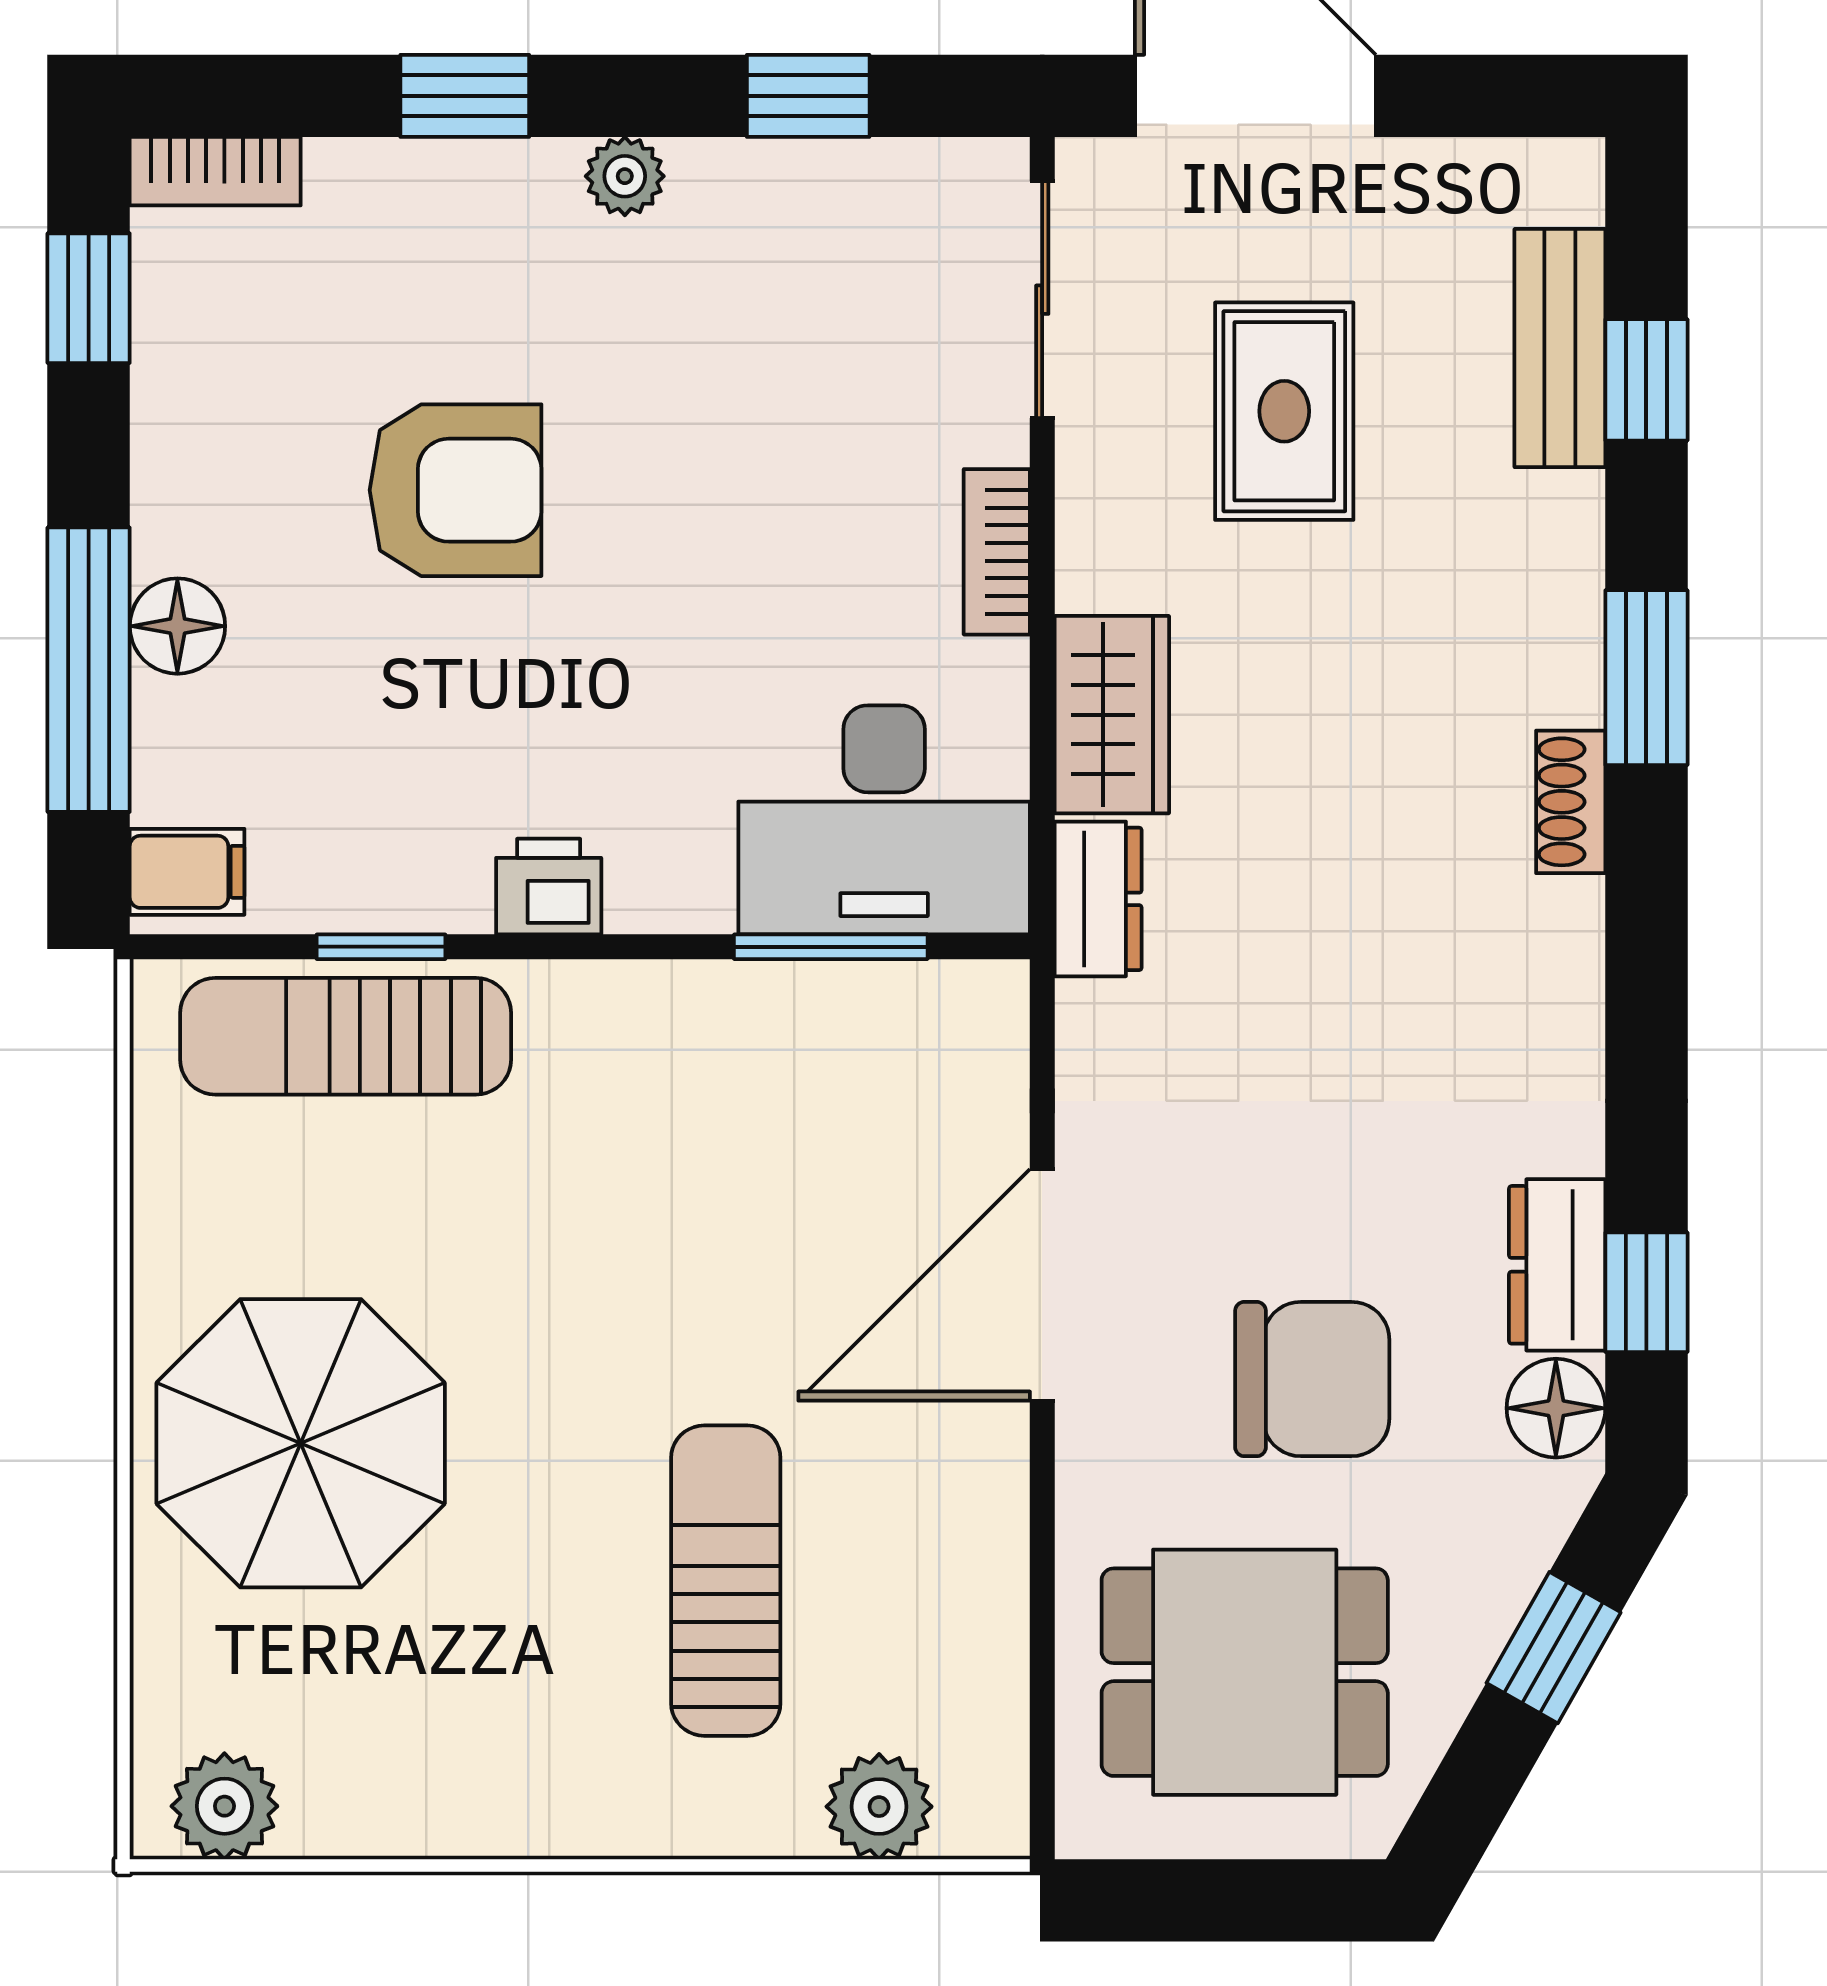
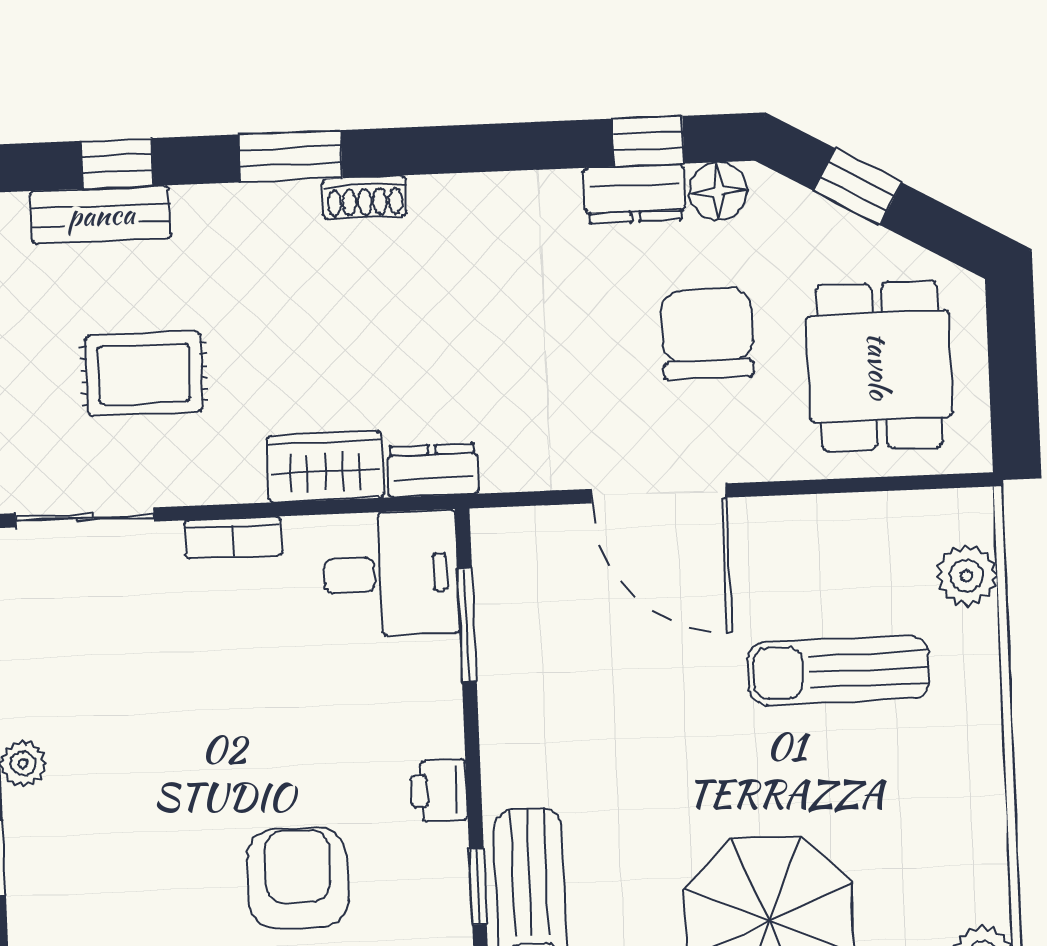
armchair: (456, 490) -> (298, 878), moved
desk: (884, 820) -> (391, 574), width x0.73

